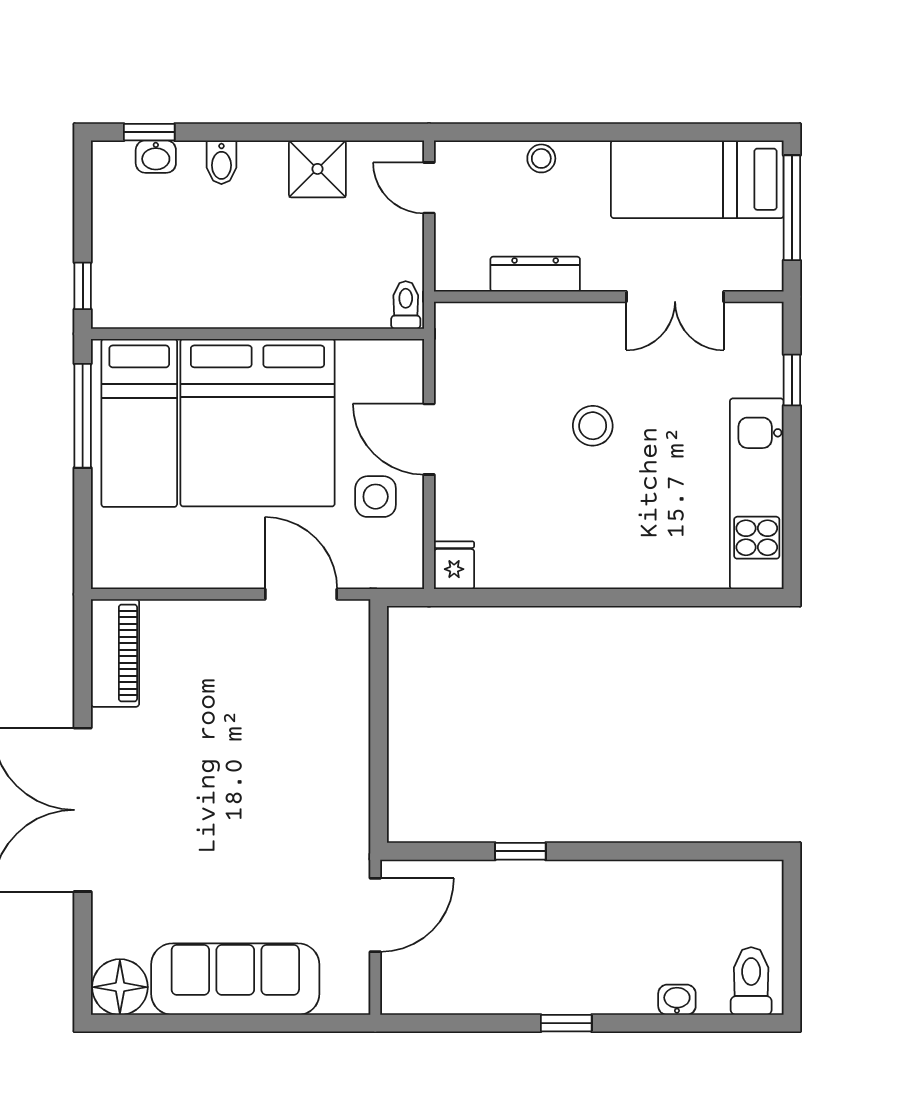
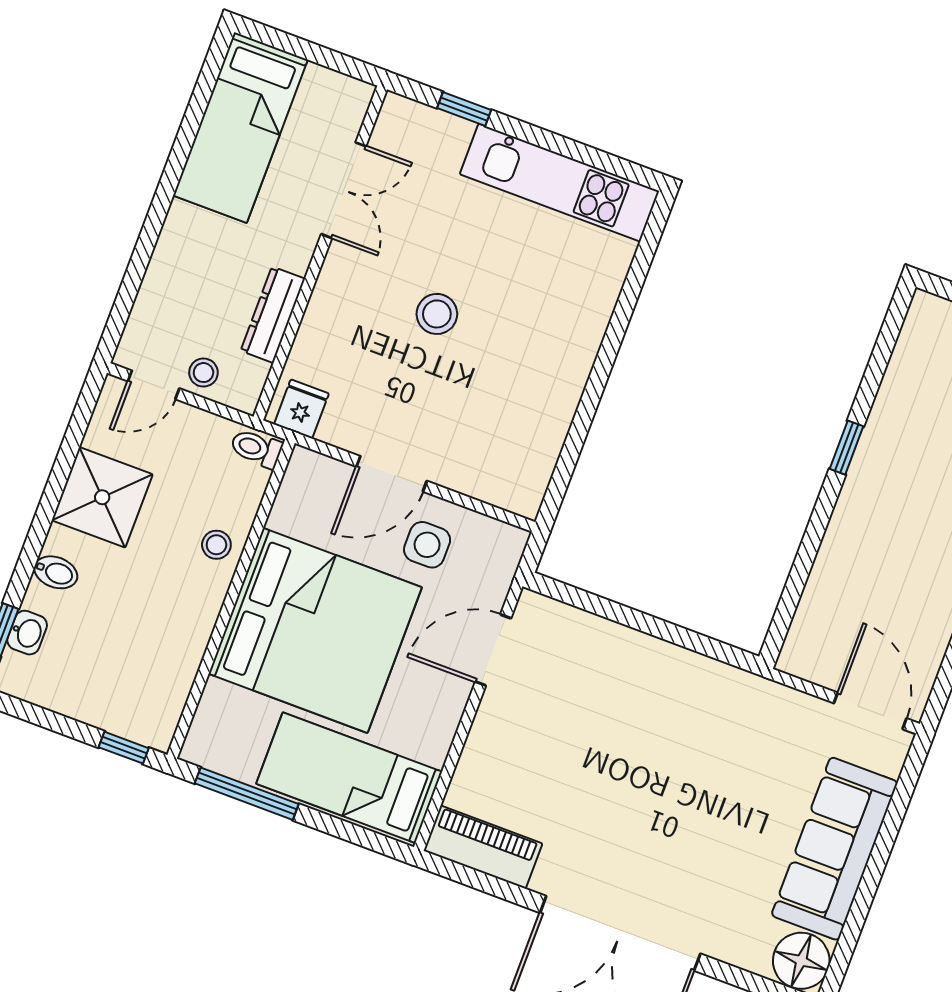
stool: (541, 158) -> (203, 373), moved
shower: (317, 169) -> (102, 497), width x1.36, depth x1.36
window: (792, 208) -> (301, 48), removed
stool: (303, 302) -> (216, 545), added
bed: (139, 423) -> (349, 778), moved, turned 180
fridge: (454, 565) -> (301, 409), moved, turned 90
window: (520, 851) -> (846, 448), moved
door: (375, 915) -> (870, 711), moved

